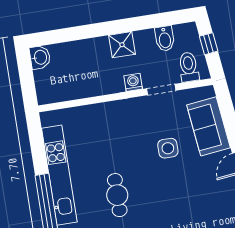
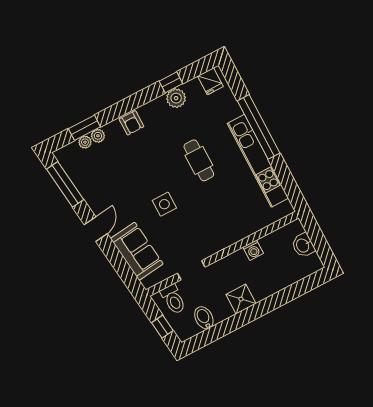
washbasin: (40, 57) -> (303, 245), moved
washing machine: (133, 82) -> (253, 250), moved
side table: (168, 148) -> (164, 204), moved

